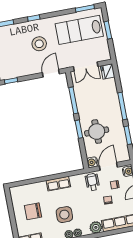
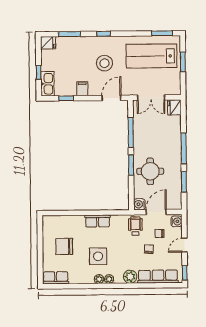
filing cabinet: (24, 70) -> (82, 89), added

